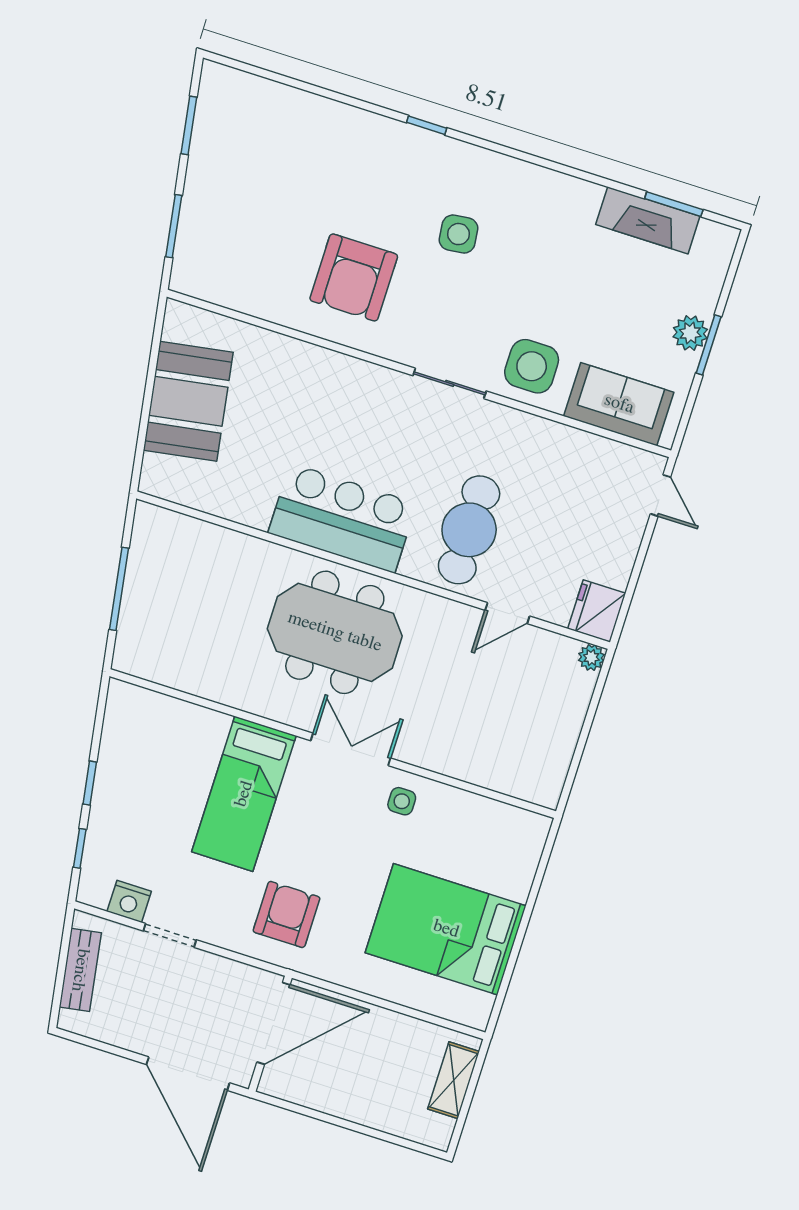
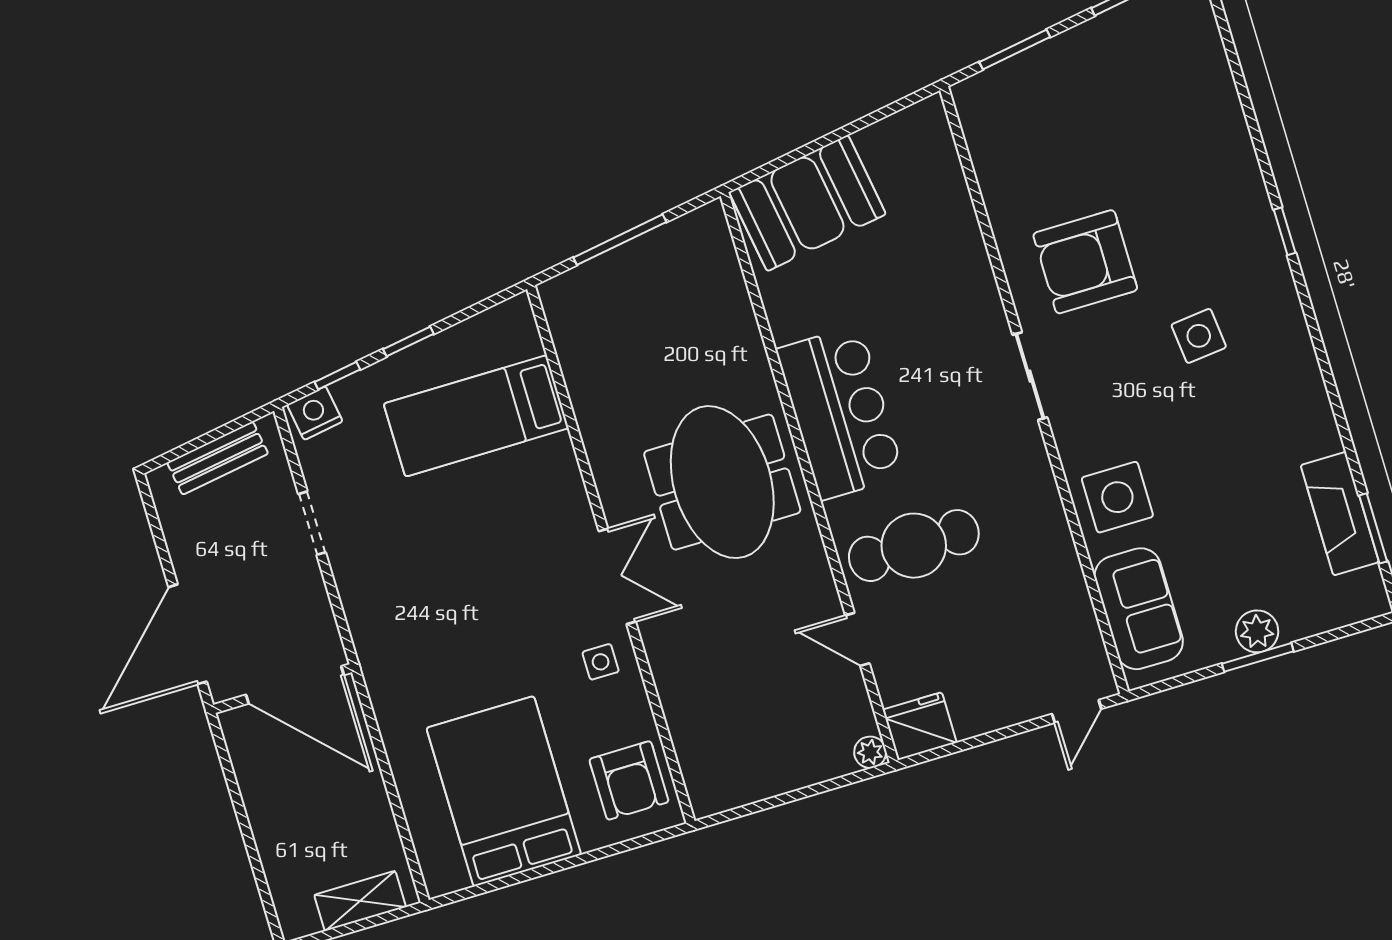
sliding door: (450, 383) -> (1030, 376), moved
booth: (188, 401) -> (807, 203), moved
bed: (244, 794) -> (476, 416), moved
nightstand: (129, 901) -> (315, 413), moved, turned 81
armchair: (286, 914) -> (629, 780), moved, turned 90

